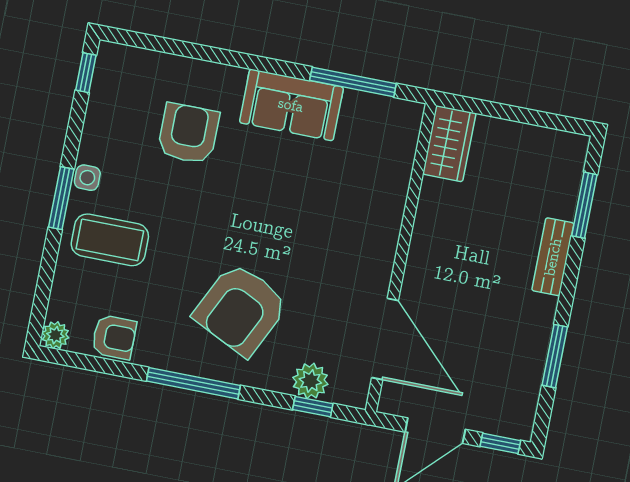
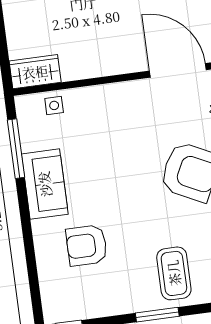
side table: (87, 178) -> (54, 105), moved
door: (385, 339) -> (178, 70), hinge flipped

